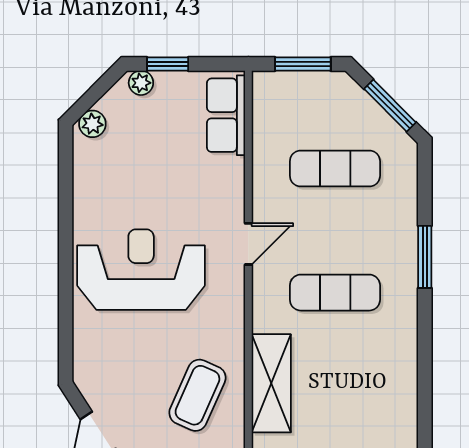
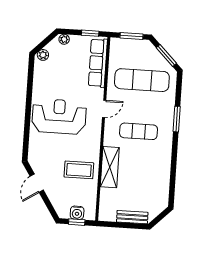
window: (168, 64) -> (90, 33), moved
row of seats: (226, 115) -> (98, 63), width x1.48
exercise mat: (335, 169) -> (142, 80), width x1.36, depth x1.45
coffee table: (197, 395) -> (79, 170), turned 66

